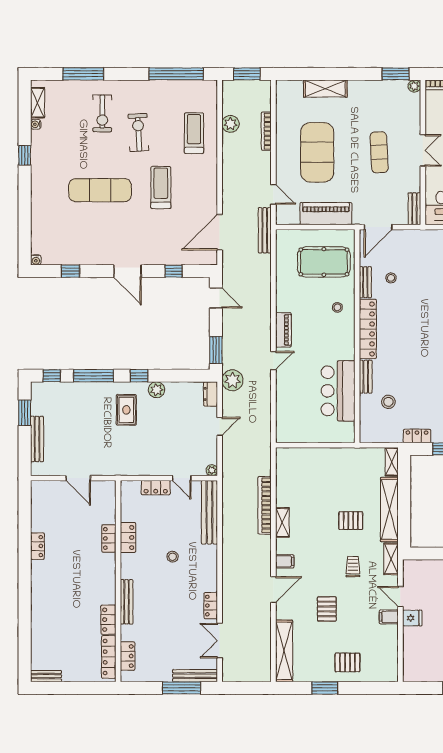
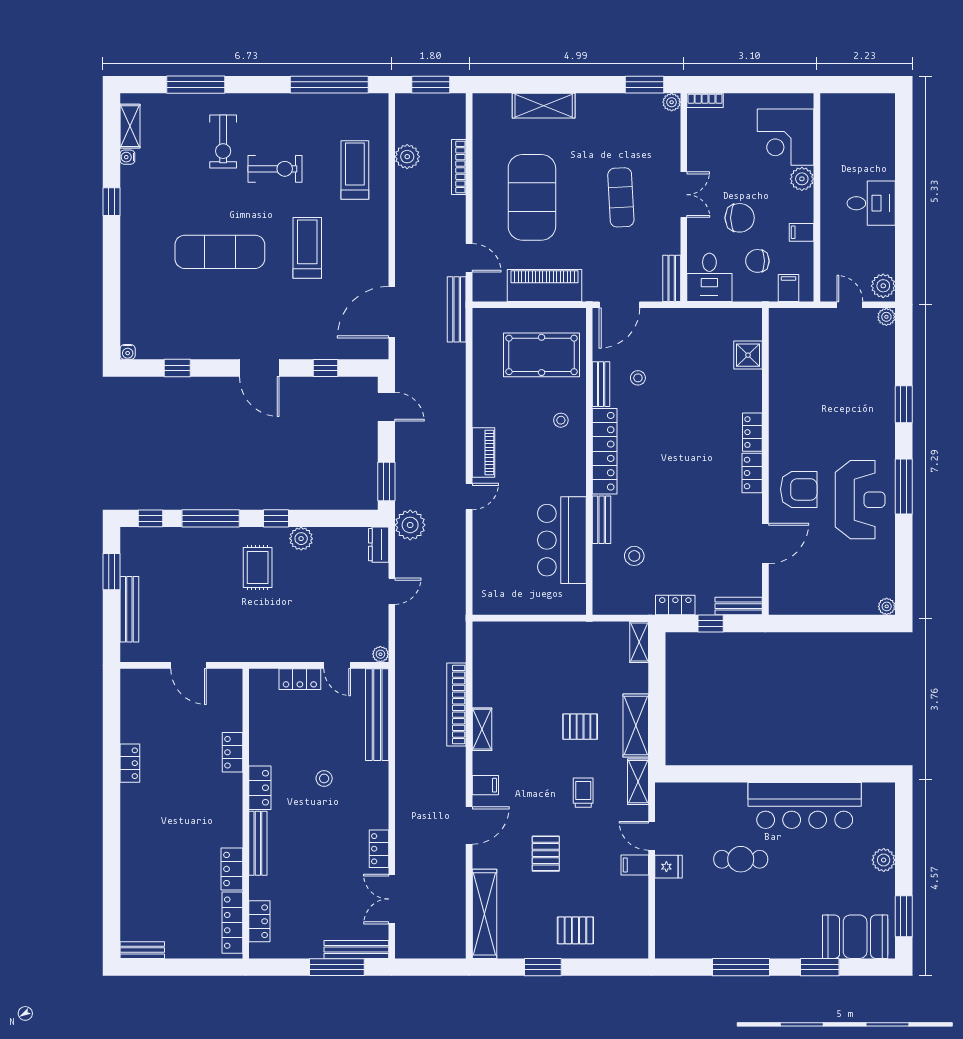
exercise bike: (138, 132) -> (275, 169), turned 93
shelving: (389, 510) -> (636, 725), width x0.68
locker: (128, 538) -> (260, 788), moved

